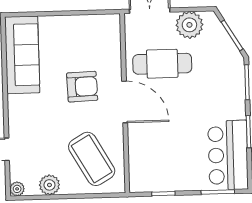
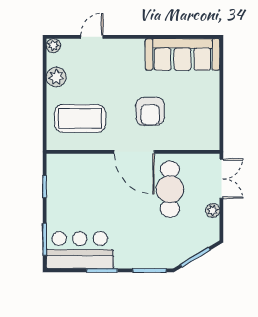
plant: (189, 25) -> (213, 210), width x0.53, depth x0.53
door: (125, 102) -> (134, 152), hinge flipped
coffee table: (92, 159) -> (80, 118), turned 30

